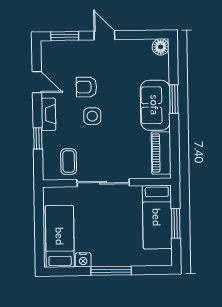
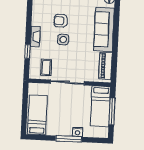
door: (37, 82) -> (29, 16), removed
window: (174, 99) -> (116, 32), removed
sofa: (155, 105) -> (104, 29), width x1.36
window: (176, 223) -> (112, 111), width x1.44
nightstand: (83, 260) -> (78, 132), moved

